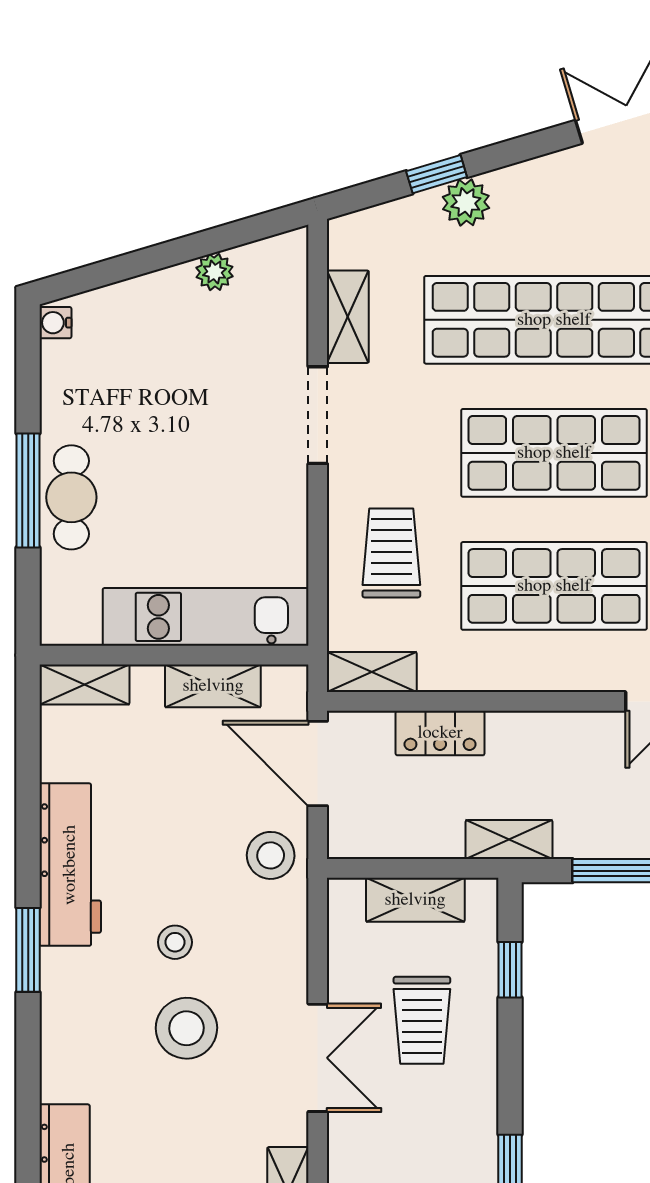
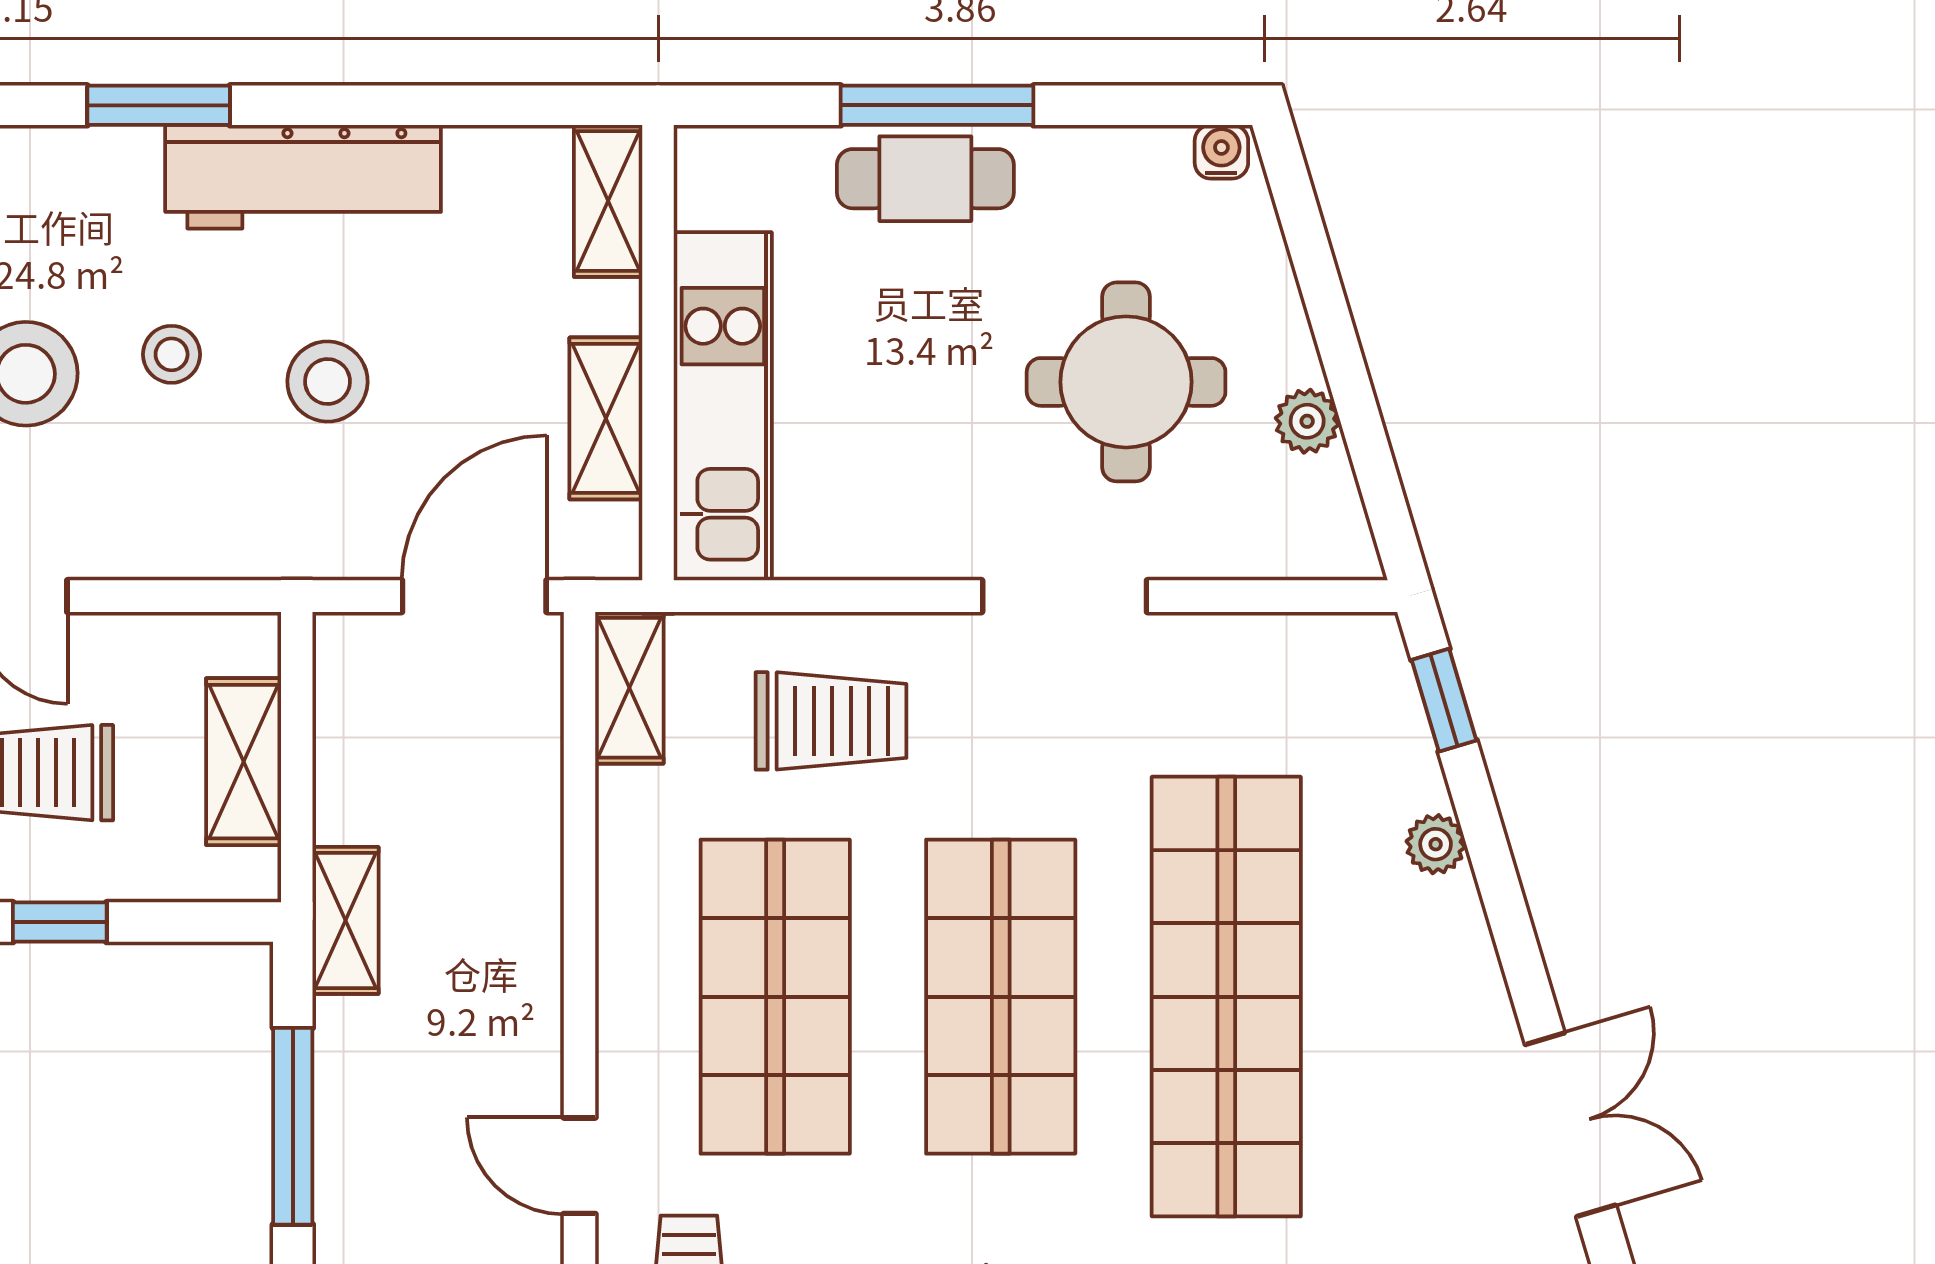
window: (437, 174) -> (1444, 700), moved
plant: (466, 203) -> (1436, 844), width x0.73, depth x0.73
shelving: (348, 317) -> (1231, 647), removed
round table: (191, 379) -> (1126, 382), added
locker: (440, 733) -> (526, 803), removed
stool: (271, 855) -> (328, 381), moved
window: (510, 970) -> (60, 922), moved

